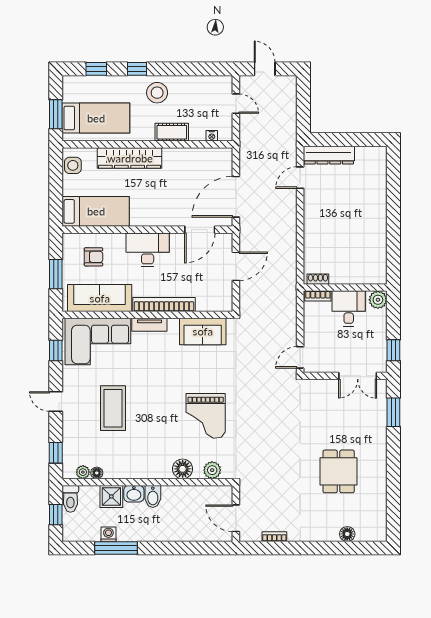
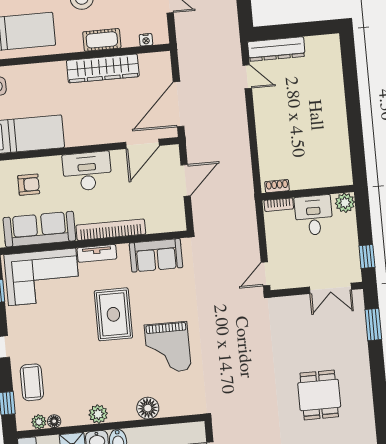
wardrobe: (130, 158) -> (103, 68), moved
door: (300, 178) -> (247, 77), swing flipped
rug: (159, 381) -> (113, 314), added
coffee table: (113, 408) -> (32, 382), moved, width x0.73, depth x0.76
plant: (212, 470) -> (98, 414), moved

